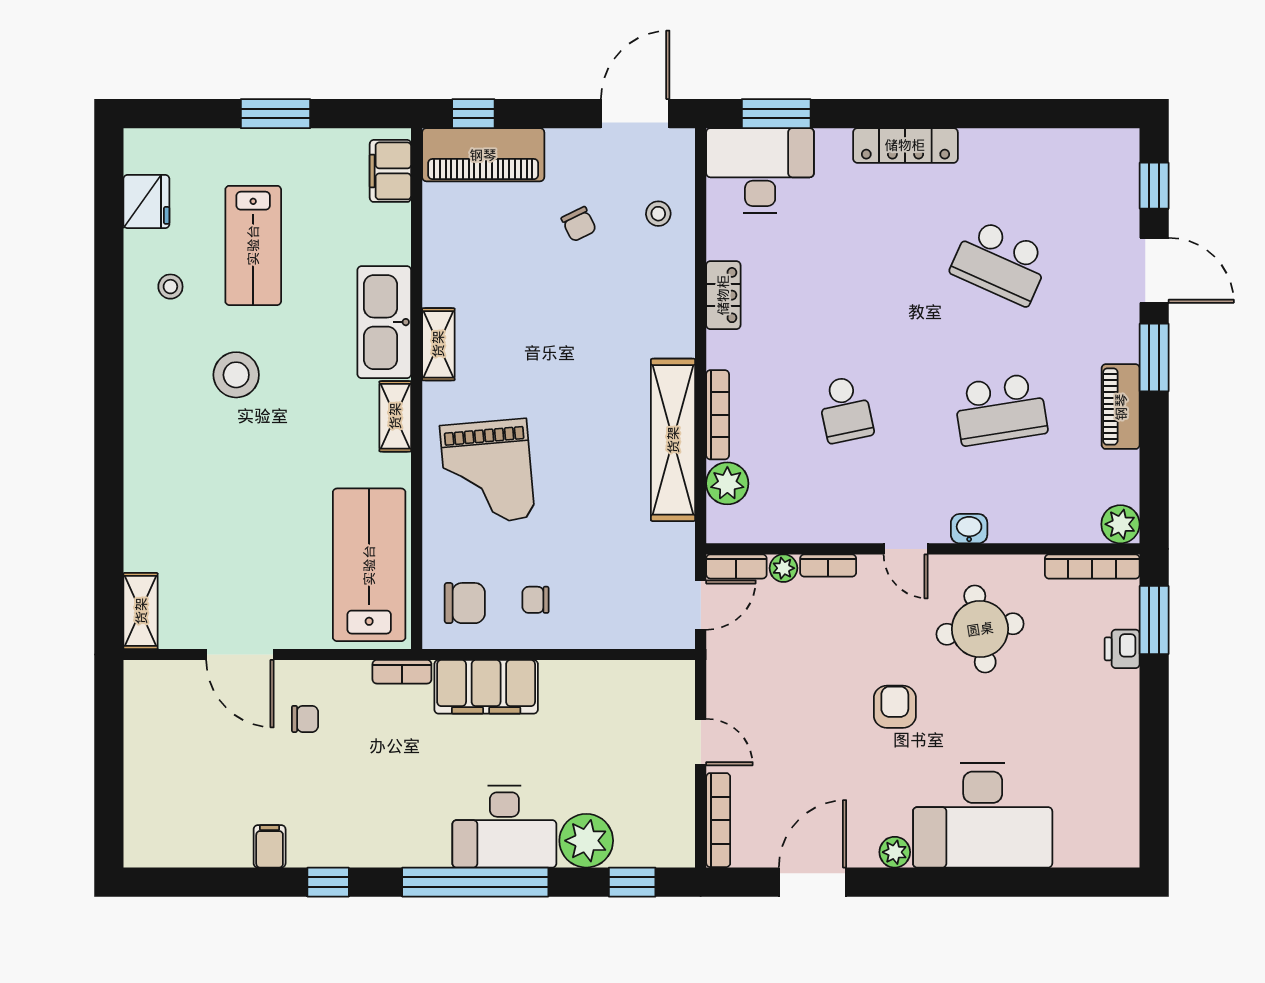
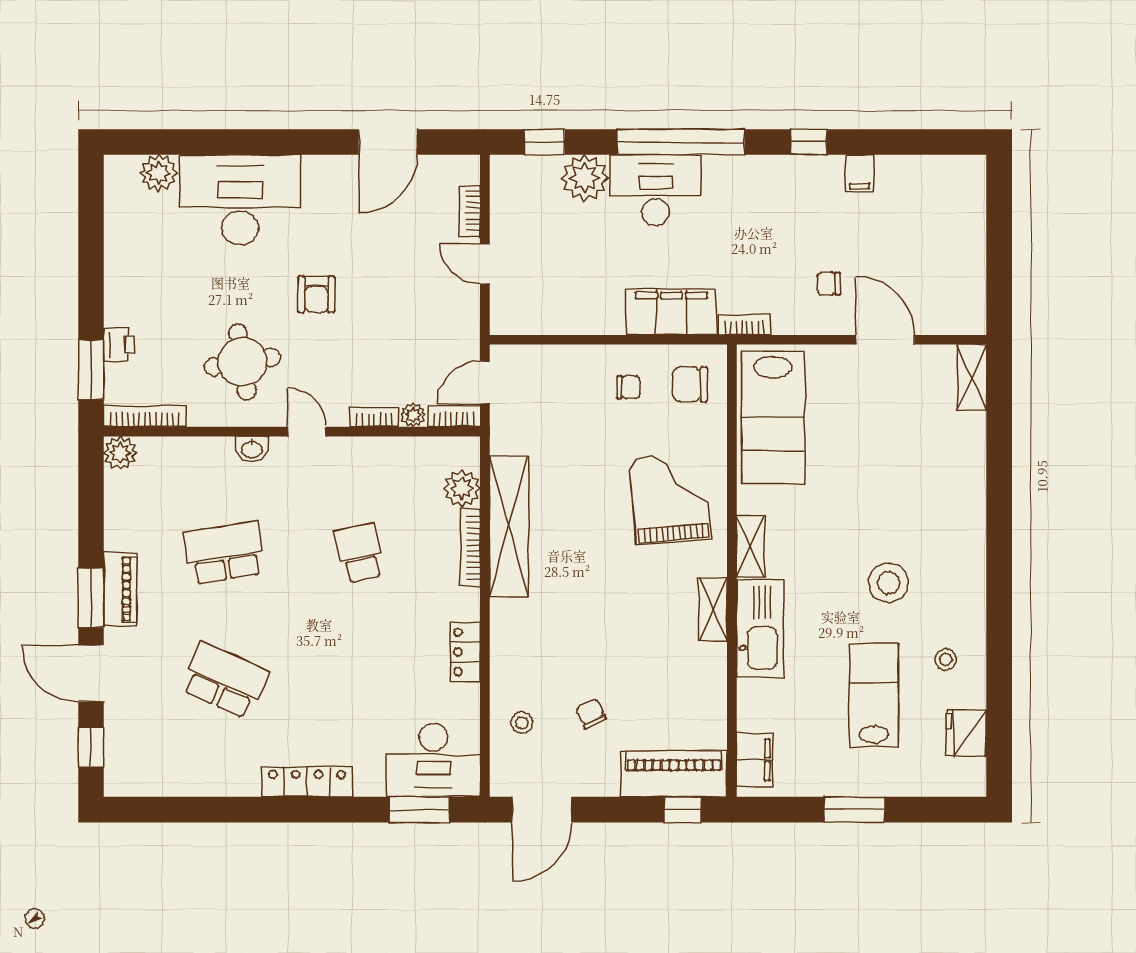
piano: (1121, 407) -> (120, 589), moved
bookcase: (718, 820) -> (470, 211), width x0.64
plant: (895, 852) -> (159, 173), moved, width x1.38, depth x1.38

